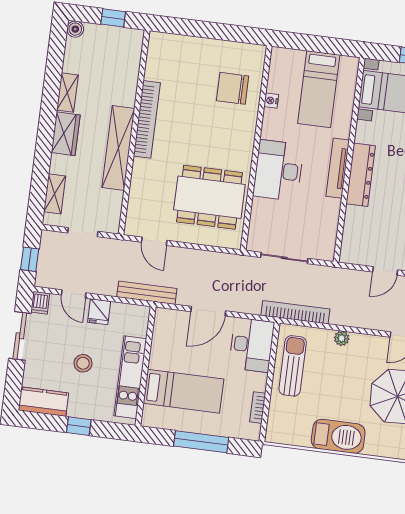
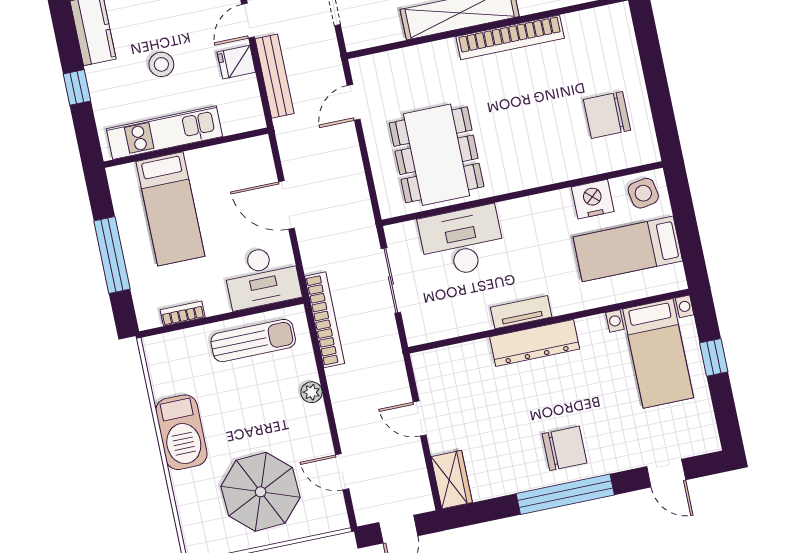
side table: (284, 65) -> (643, 193), added
chair: (233, 88) -> (607, 115), moved, turned -90
nightstand: (271, 101) -> (593, 199), width x1.89, depth x1.79
tv unit: (338, 168) -> (521, 312), width x0.71
desk: (278, 170) -> (462, 242), moved
bench: (147, 293) -> (275, 76), moved

